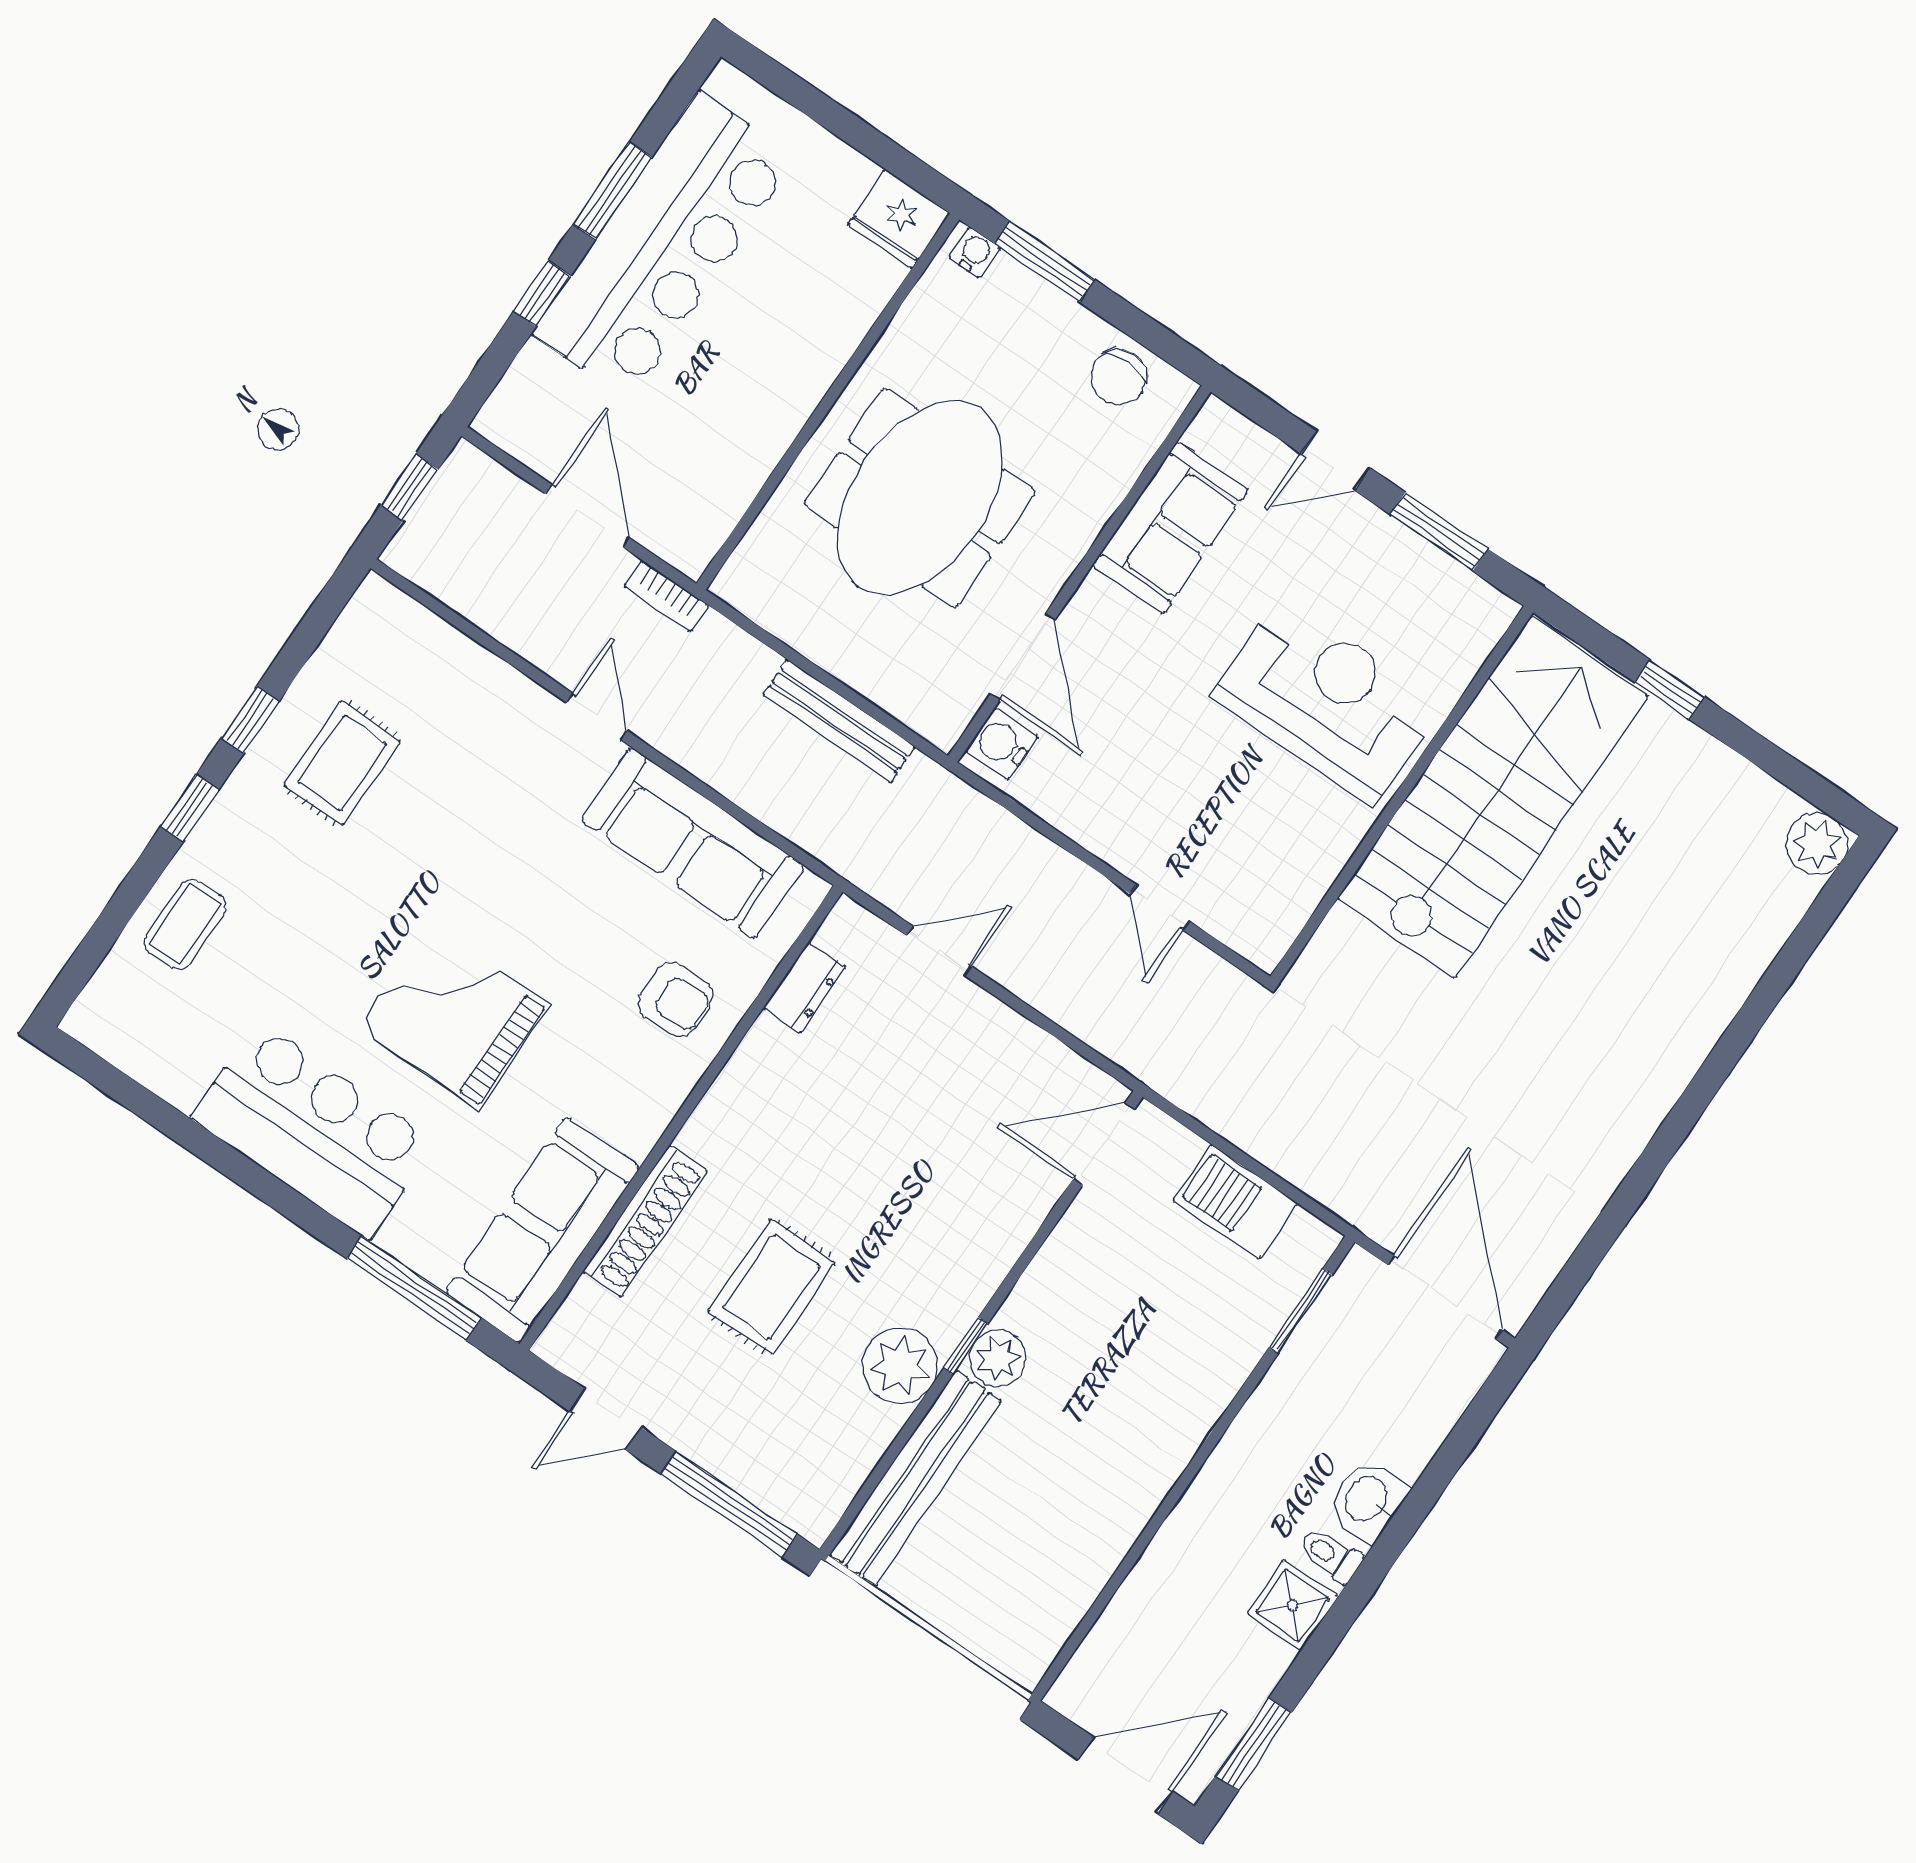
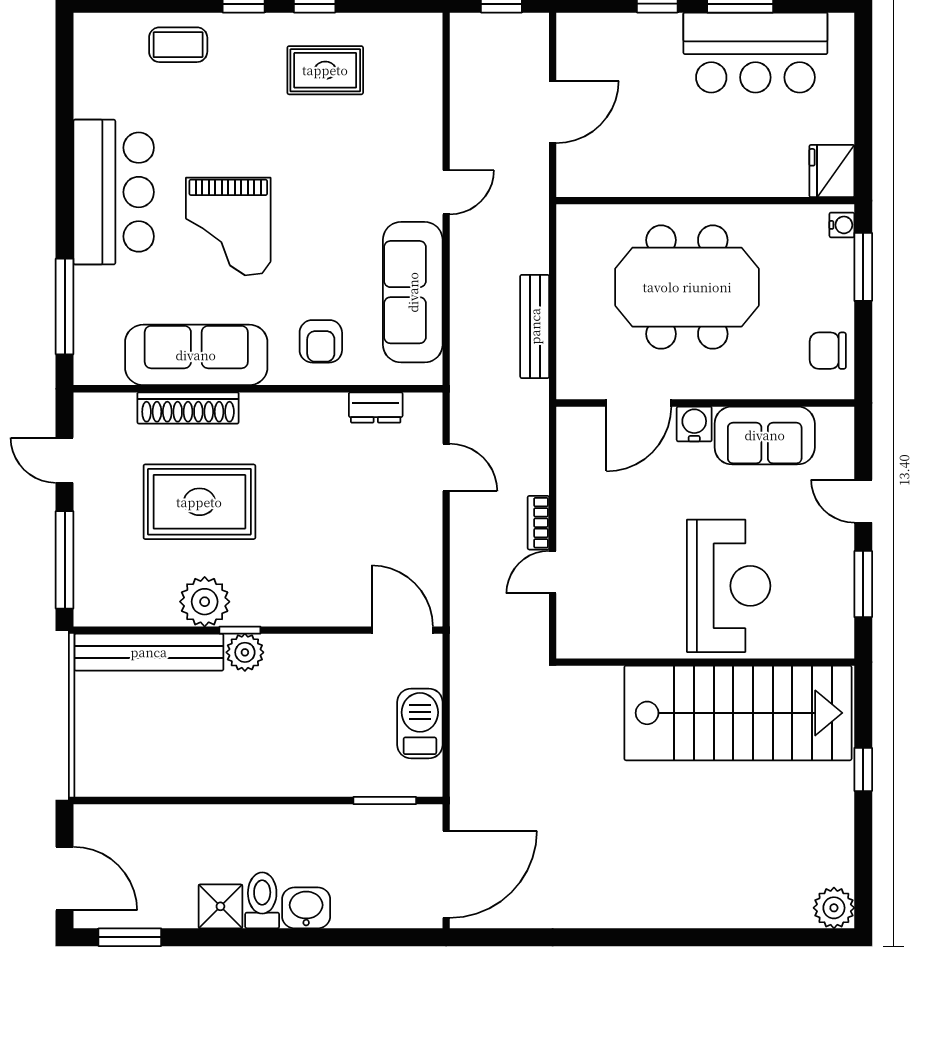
bar counter: (664, 246) -> (755, 53), width x0.73
bookcase: (666, 596) -> (538, 523), moved
water cooler: (1001, 744) -> (694, 424), moved
grand piano: (454, 1017) -> (228, 226), turned 180
sofa: (542, 1230) -> (196, 355), moved
rug: (772, 1287) -> (199, 502), width x1.36, depth x1.43
toilet: (1330, 1555) -> (262, 900), width x1.37, depth x1.39

